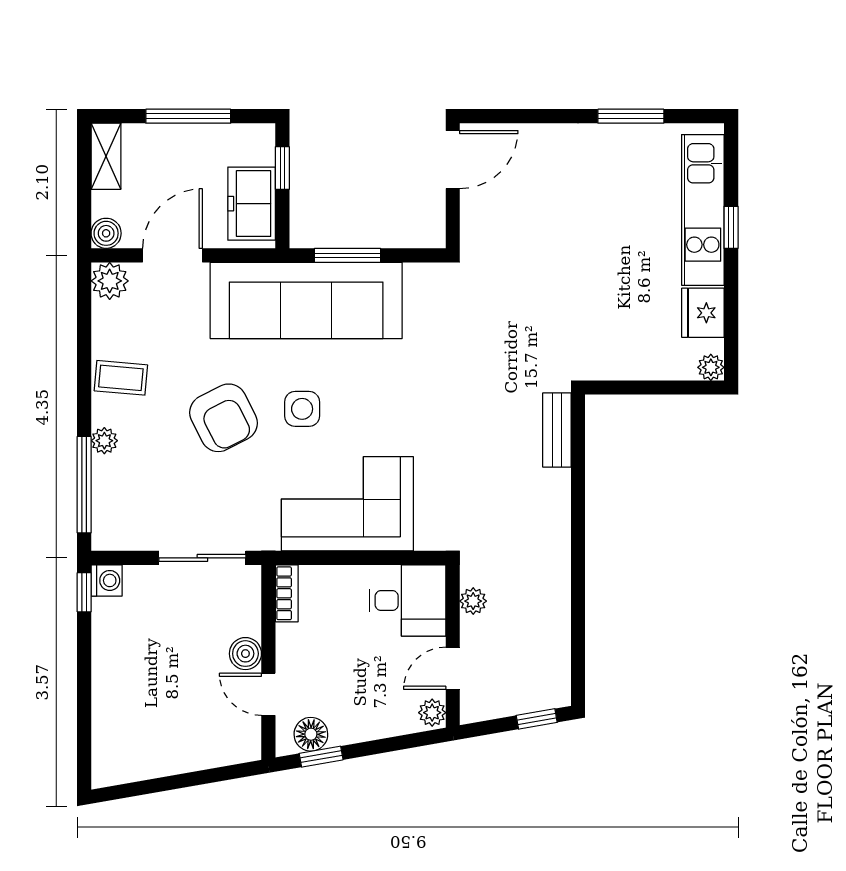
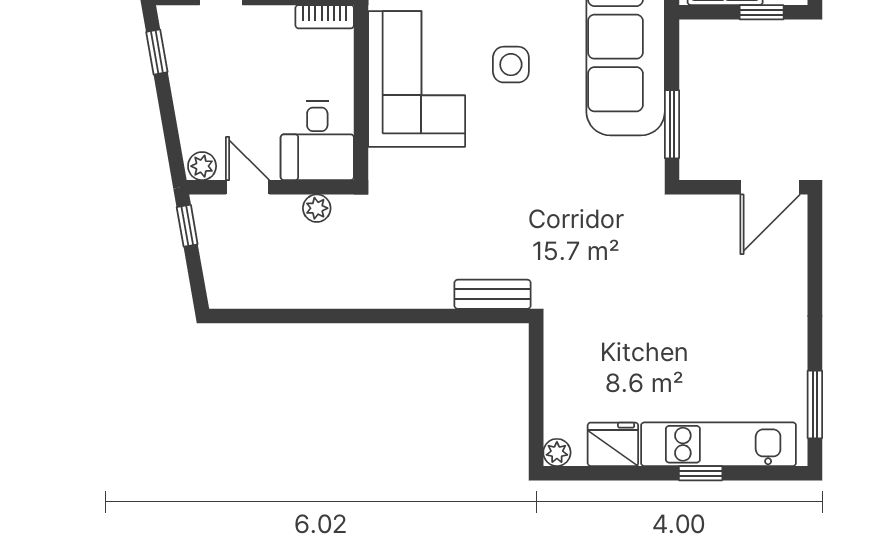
window: (631, 116) -> (815, 404), moved
door: (453, 160) -> (770, 187), hinge flipped
window: (347, 255) -> (672, 124), moved
side table: (302, 409) -> (511, 65), moved
window: (537, 719) -> (187, 226), moved
floor lamp: (311, 734) -> (180, 42), removed

